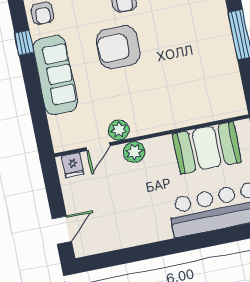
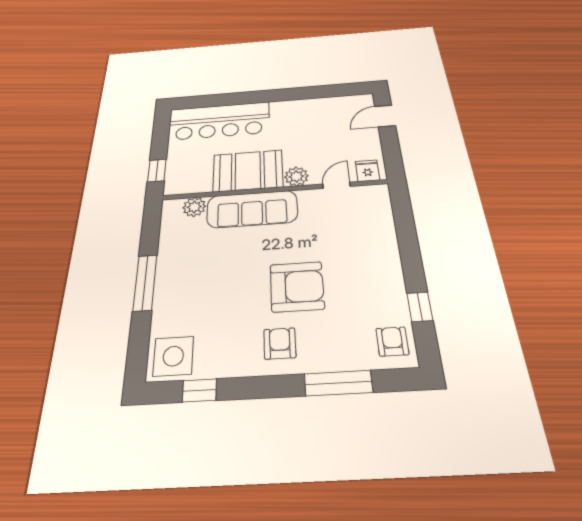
sofa: (55, 75) -> (252, 209), moved, turned -90
plant: (119, 130) -> (194, 207), moved
booth: (207, 148) -> (248, 171), moved

